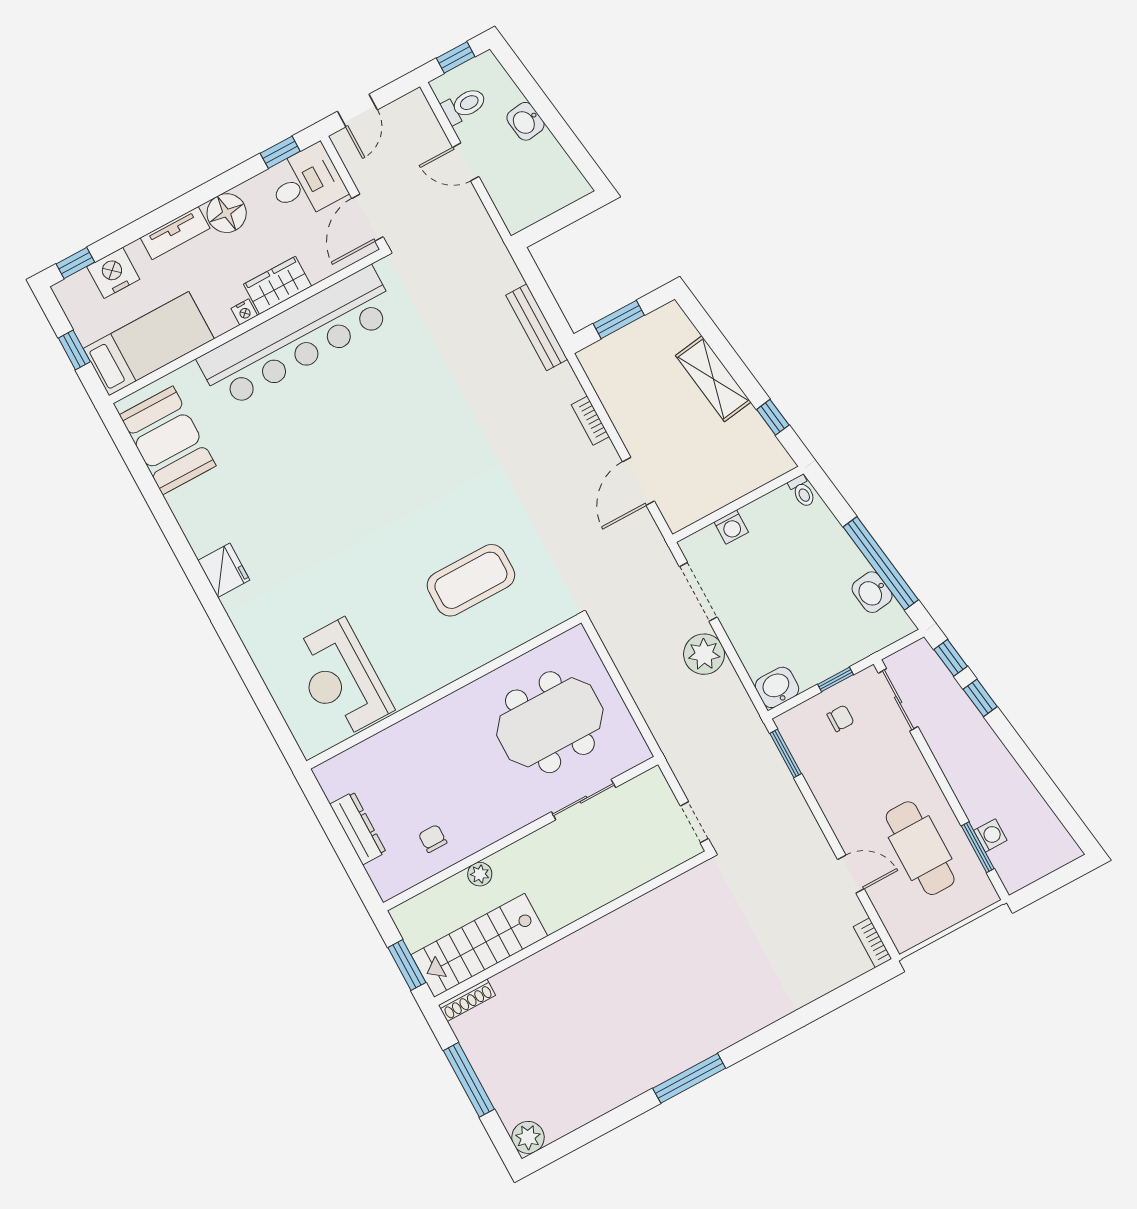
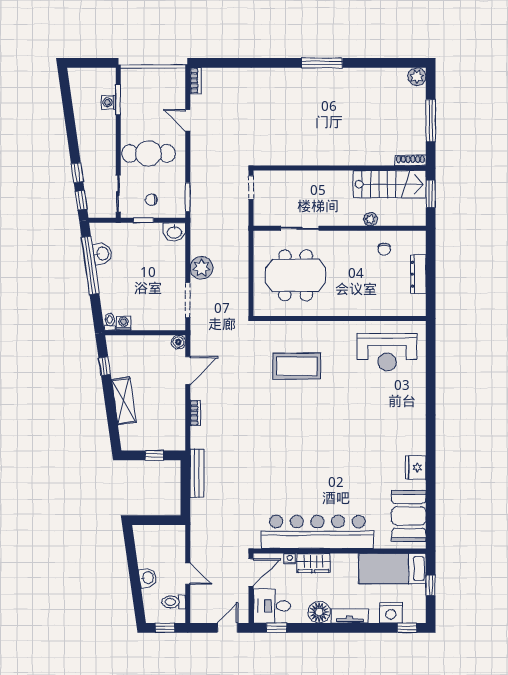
nightstand: (244, 312) -> (290, 559), moved
window: (619, 319) -> (154, 455), width x0.67
boiler: (677, 518) -> (178, 342), added
washing machine: (731, 527) -> (124, 323), moved
fridge: (224, 570) -> (416, 468), moved
reception desk: (341, 679) -> (387, 352), turned 90
cafe table: (920, 848) -> (149, 153), moved, turned 90

